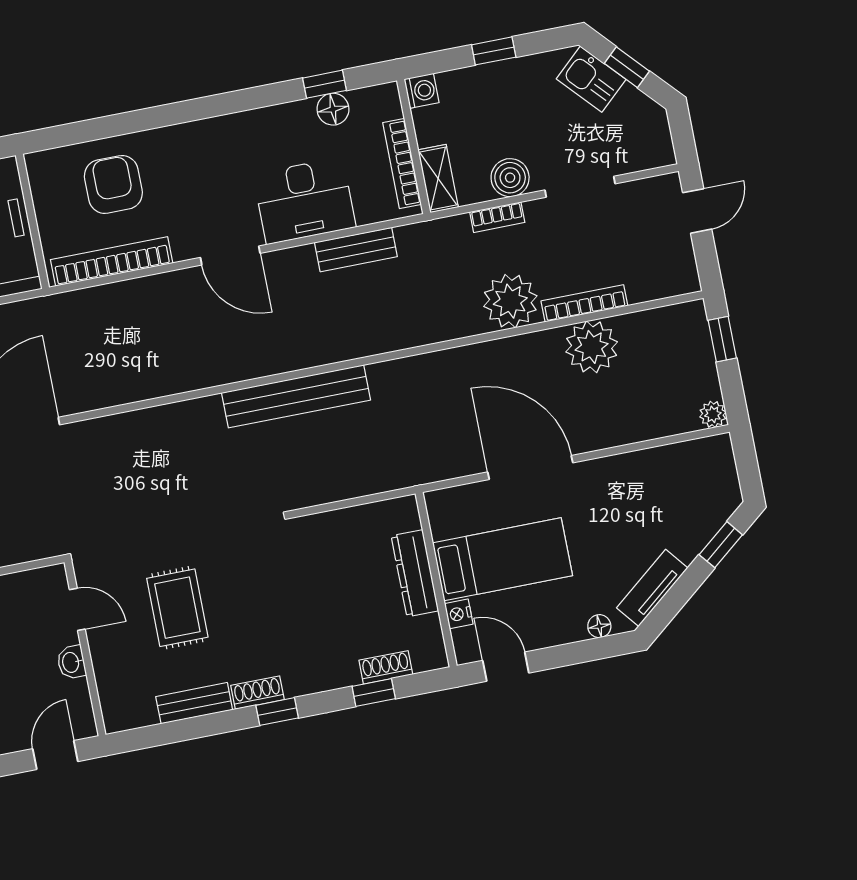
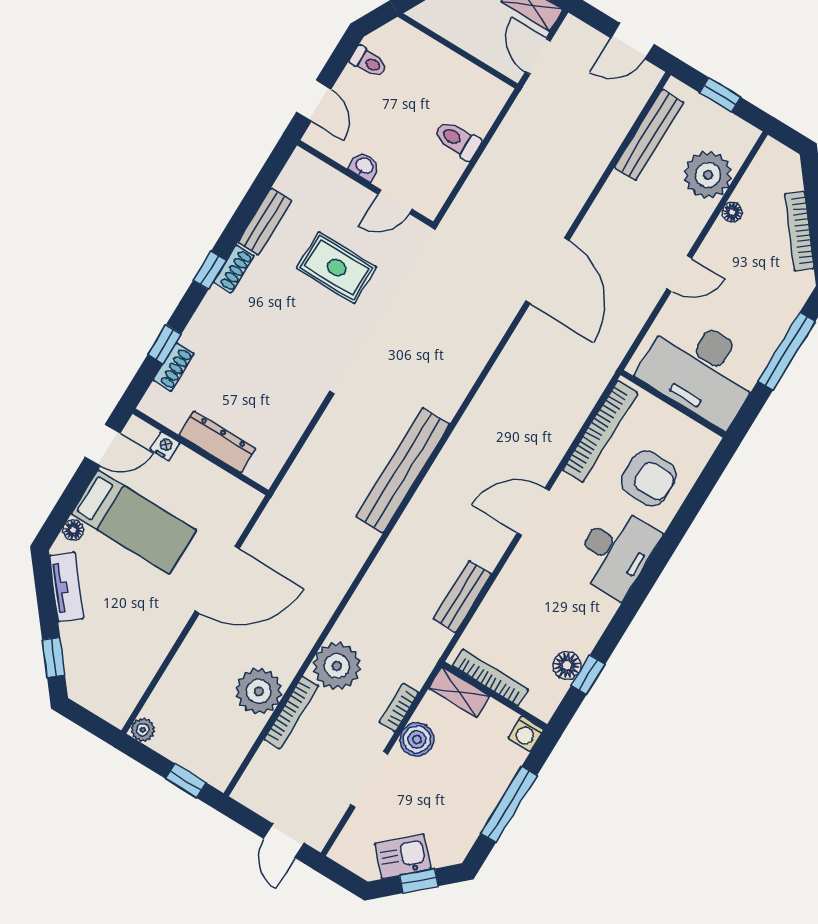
window: (494, 51) -> (509, 804), width x2.17
kitchen sink: (591, 79) -> (403, 856), moved
desk: (304, 201) -> (616, 552), moved, turned 180
bed: (502, 559) -> (134, 522), moved, turned -90

